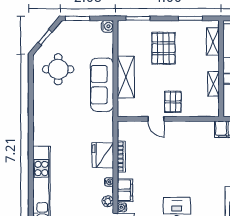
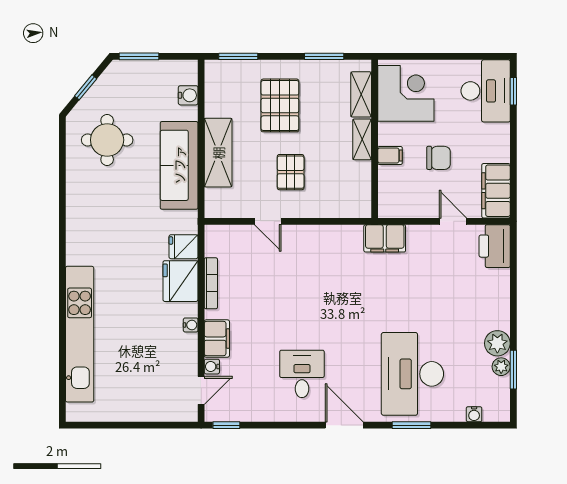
water cooler: (107, 26) -> (188, 95), moved
shelving: (213, 84) -> (362, 139), moved
pallet: (173, 102) -> (291, 172), moved
fridge: (105, 134) -> (183, 247), added
plant: (108, 201) -> (189, 357), removed

